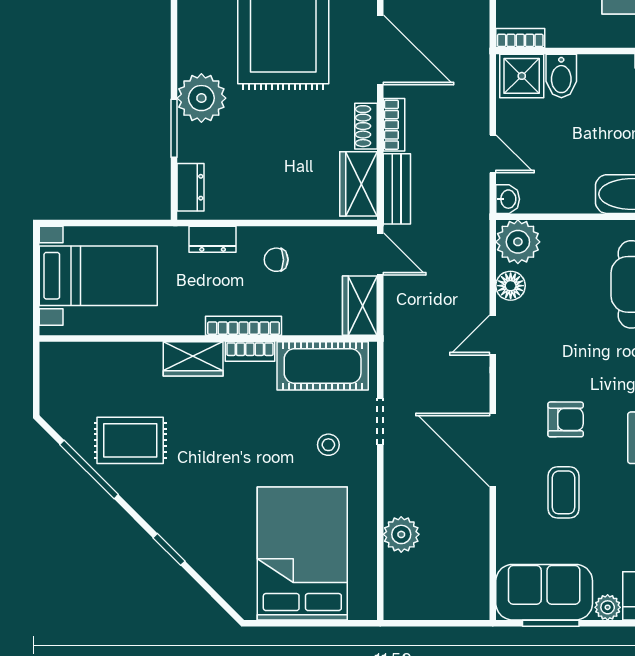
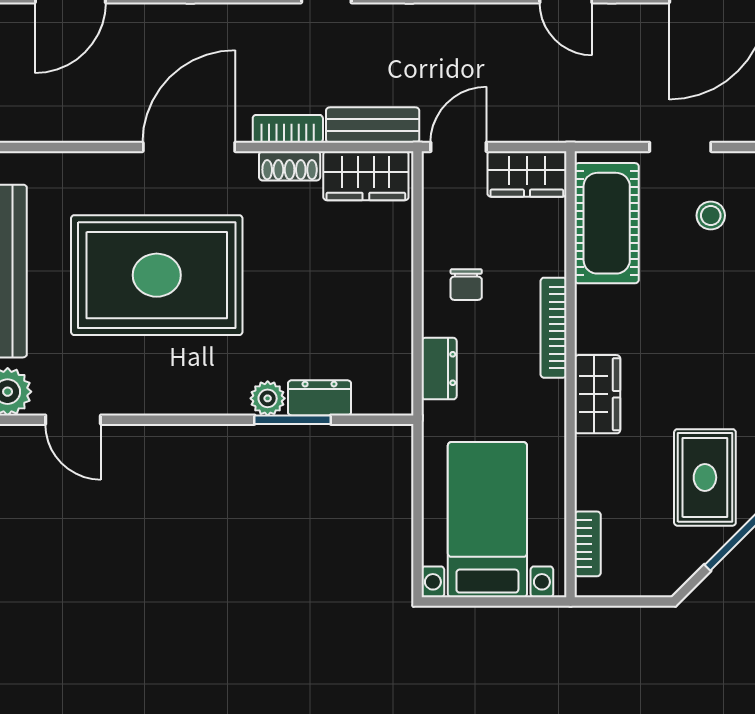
plant: (201, 98) -> (268, 398), width x0.53, depth x0.53
dresser: (190, 187) -> (320, 398), moved
bookcase: (250, 352) -> (588, 544), moved

